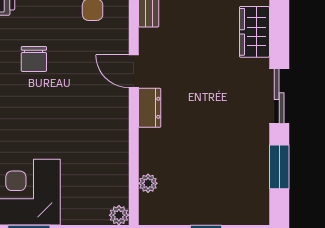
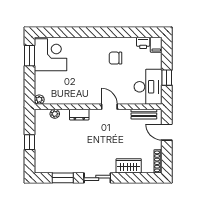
door: (134, 71) -> (109, 107), hinge flipped
dresser: (150, 108) -> (79, 115), moved

